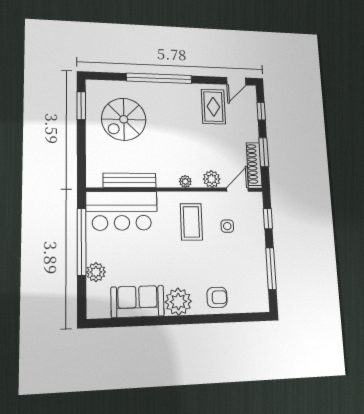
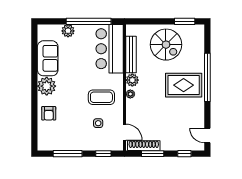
rug: (213, 107) -> (184, 85), moved, width x1.36, depth x1.43
spiral stairs: (124, 119) -> (166, 45), moved, turned 180
plant: (212, 179) -> (132, 80), moved

